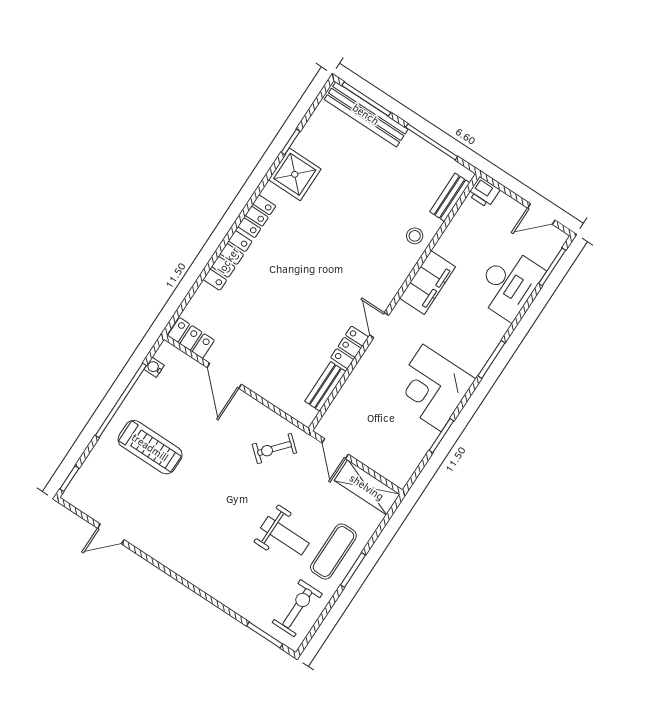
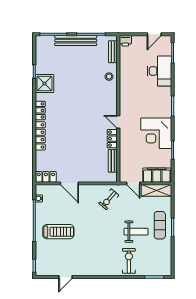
bench: (366, 114) -> (76, 41), moved
filing cabinet: (428, 283) -> (157, 175), moved, turned -90
exercise bike: (297, 608) -> (129, 261), moved

